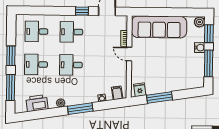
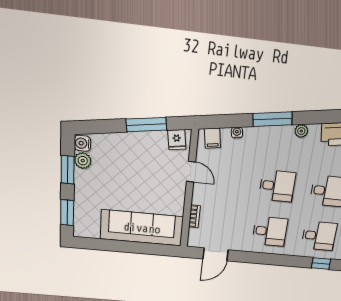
window: (82, 11) -> (321, 264), moved
plant: (200, 22) -> (83, 161), moved
water cooler: (200, 48) -> (82, 143), moved
door: (129, 54) -> (191, 172), moved
window: (209, 63) -> (68, 170), width x0.69

